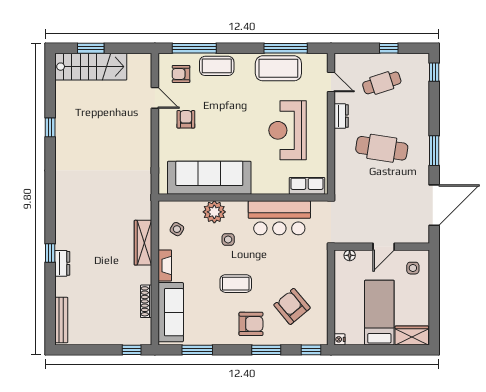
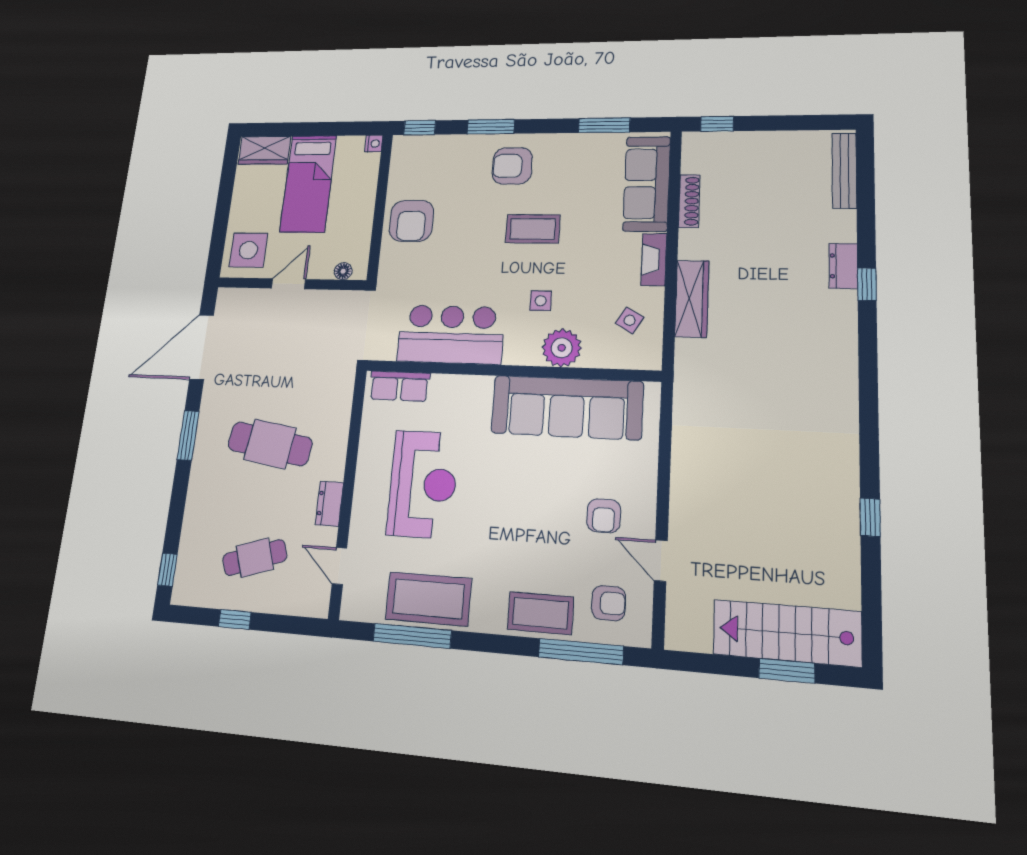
side table: (413, 268) -> (248, 250), width x1.87, depth x1.87
armchair: (292, 306) -> (411, 221), moved, turned 40

